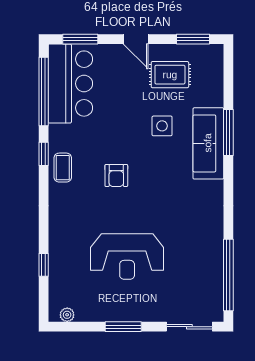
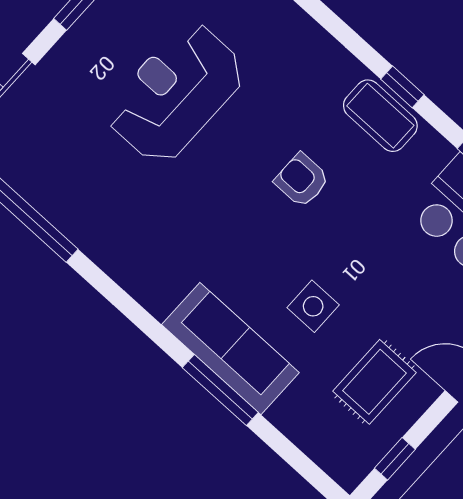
window: (193, 39) -> (395, 459), width x0.67
window: (44, 154) -> (402, 87), moved
coffee table: (63, 168) -> (380, 116), width x1.36, depth x1.30

